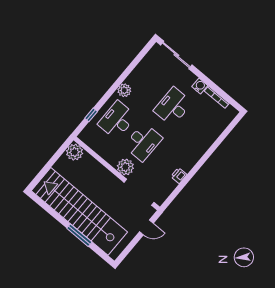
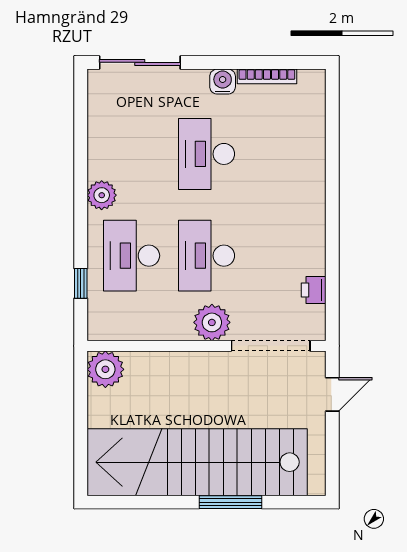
desk: (143, 142) -> (207, 256), turned 180
printer: (179, 176) -> (314, 290), moved

